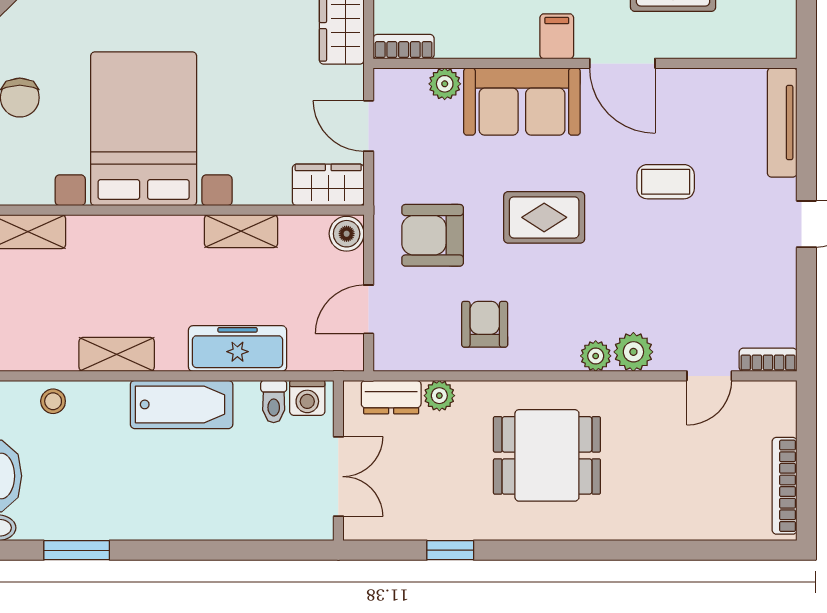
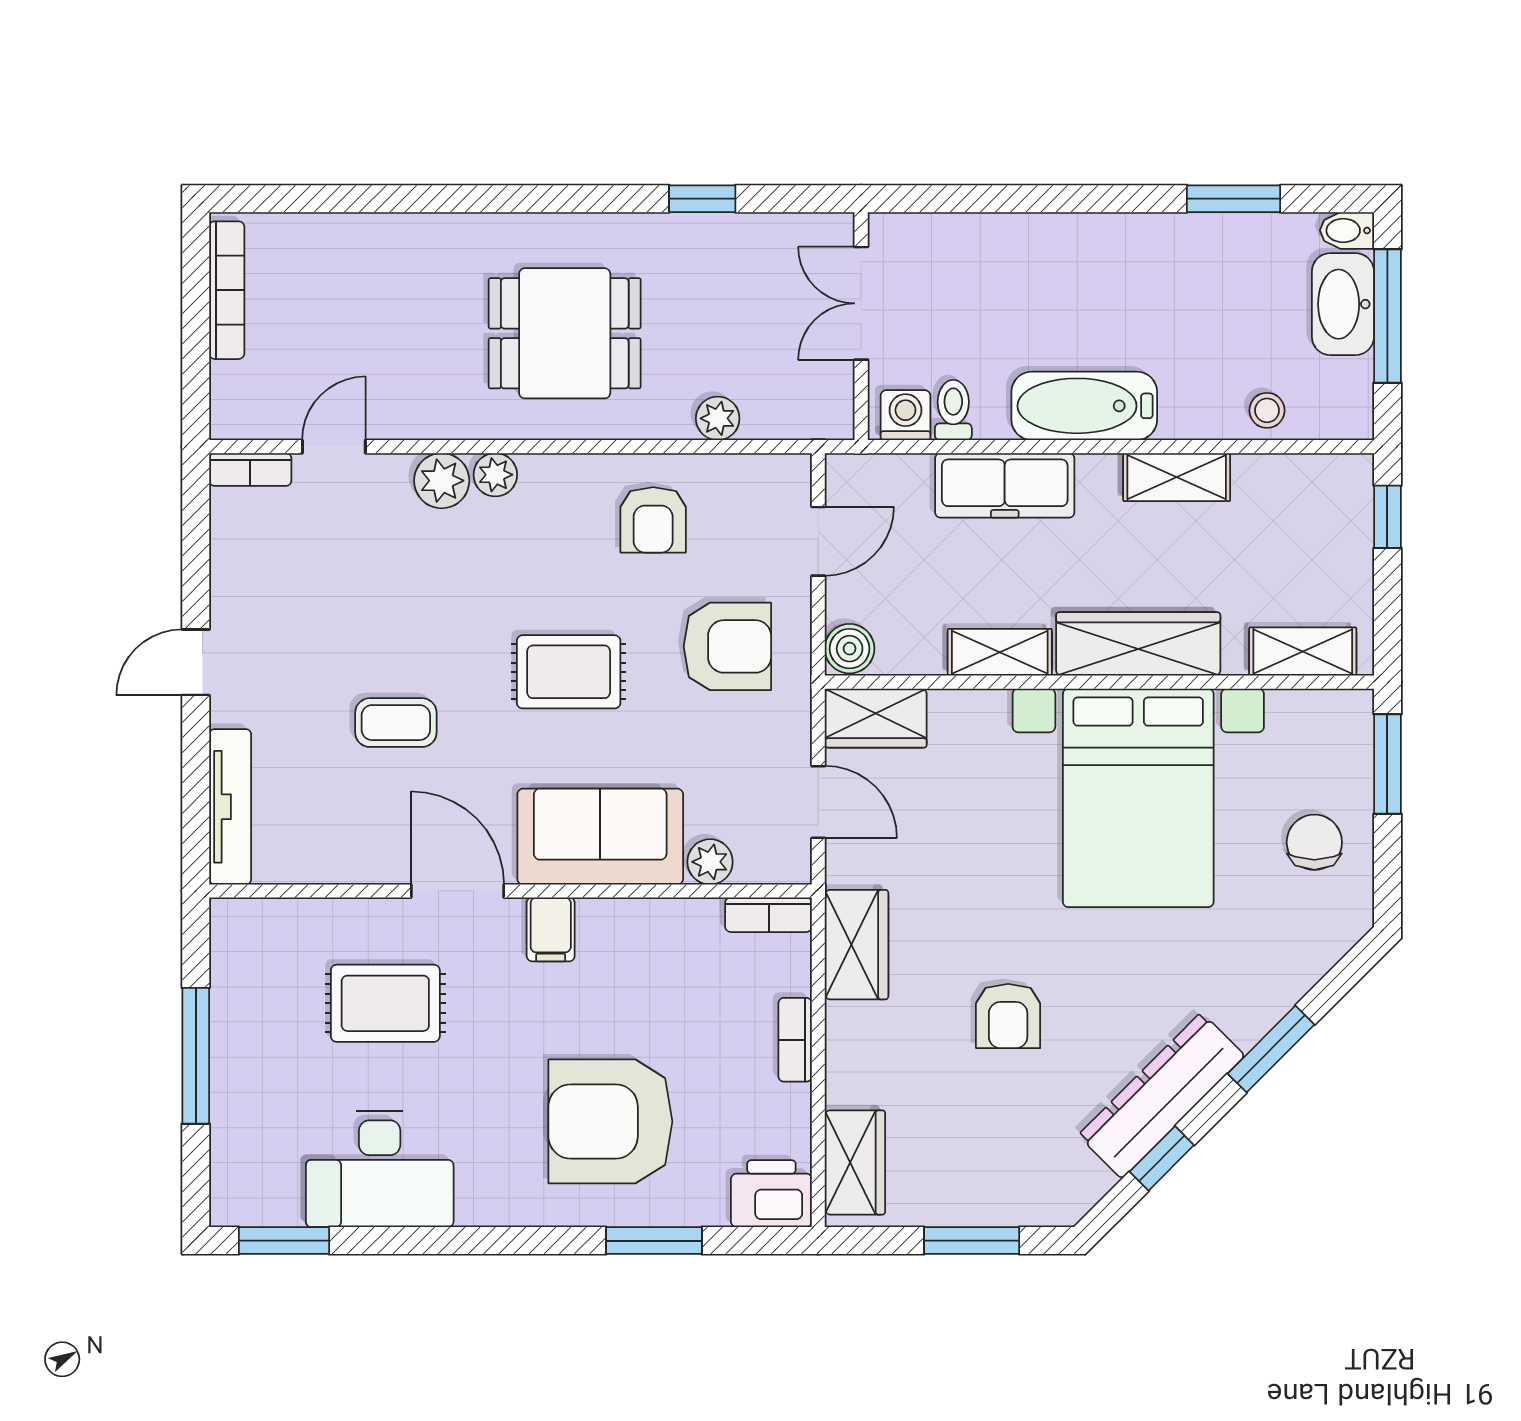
wardrobe: (144, 237) -> (1138, 644), added
dresser: (391, 397) -> (786, 416), removed

